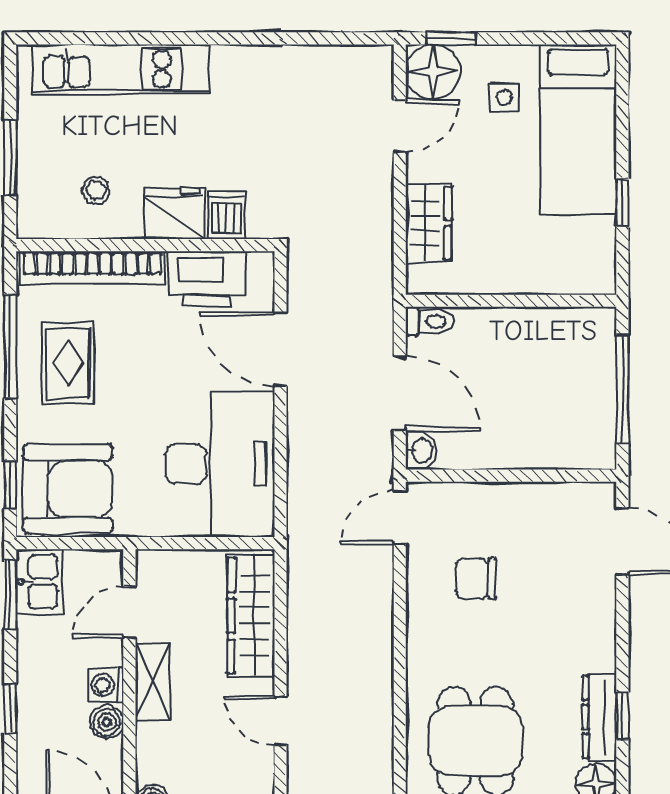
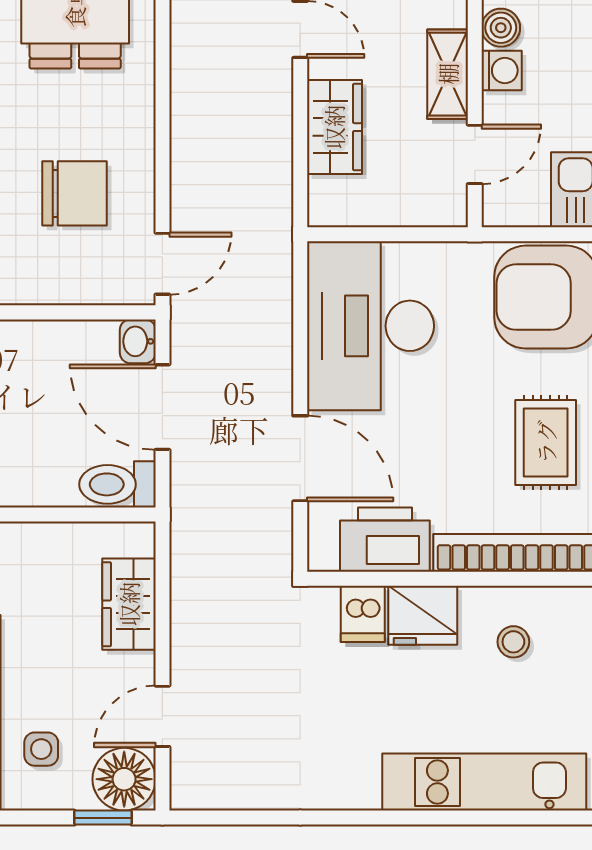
toilet: (430, 321) -> (117, 484), width x1.37, depth x1.39
chair: (476, 579) -> (75, 193), width x1.37, depth x1.37
wardrobe: (251, 616) -> (334, 127), width x0.67

